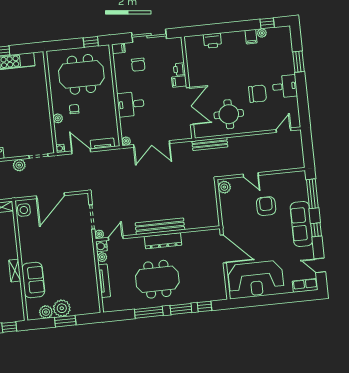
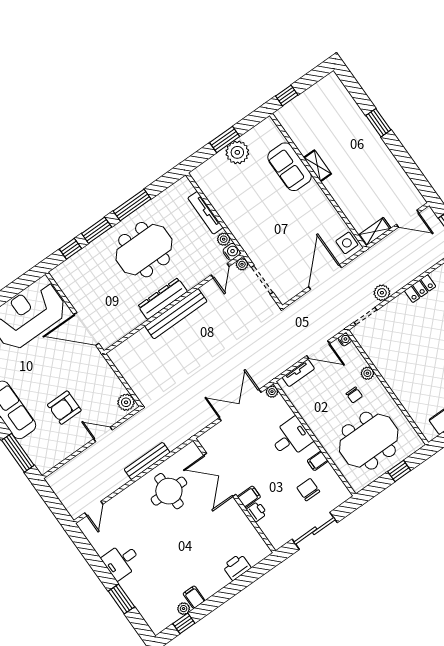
window: (91, 42) -> (399, 471), moved
filing cabinet: (118, 48) -> (318, 461), moved
chair: (257, 94) -> (149, 534), removed
bench: (210, 144) -> (147, 461), moved
armchair: (266, 206) -> (64, 408), turned 90
plant: (46, 312) -> (254, 137), removed

